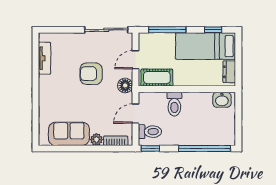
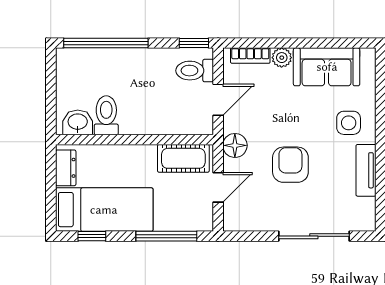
sliding door: (106, 30) -> (314, 236), moved
tv unit: (45, 58) -> (366, 170), moved
armchair: (91, 74) -> (290, 165), turned -90
side table: (55, 99) -> (349, 123), added
toilet: (174, 104) -> (106, 115), moved

